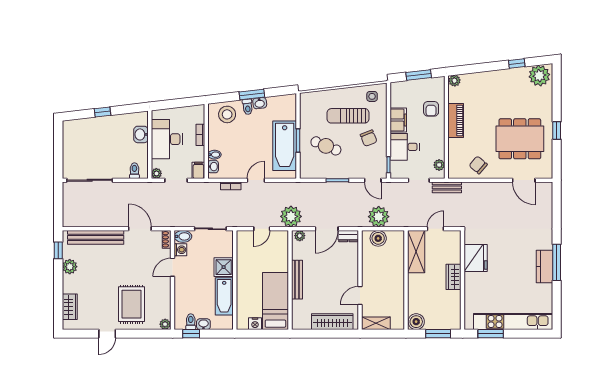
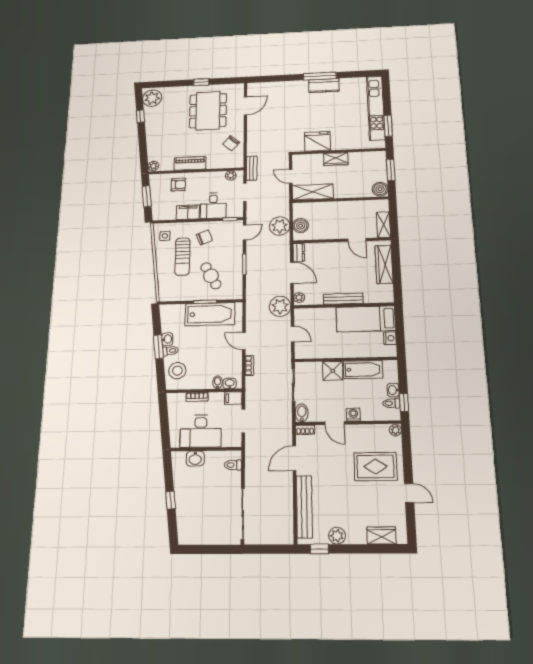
cafe table: (326, 146) -> (211, 276), turned -51
plant: (156, 173) -> (236, 442), removed
washing machine: (180, 250) -> (353, 415), moved

